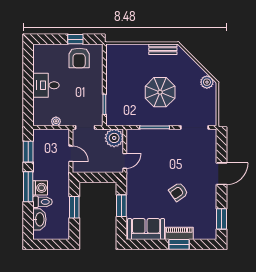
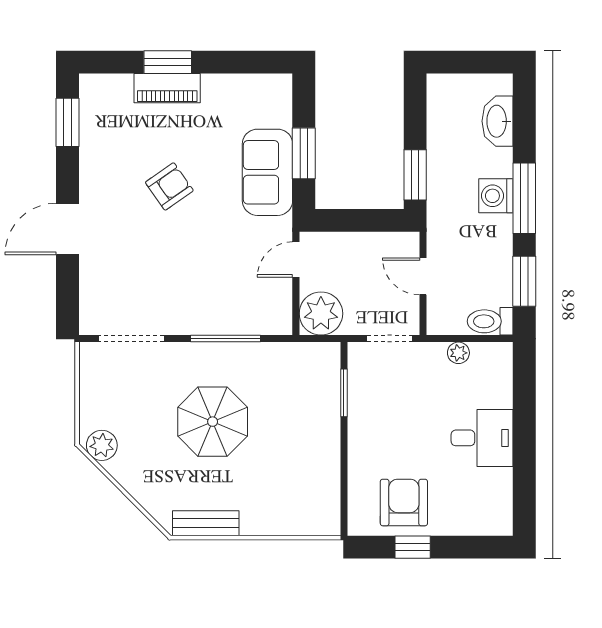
toilet: (43, 202) -> (490, 321), moved
window: (74, 207) -> (415, 175), moved
sofa: (146, 229) -> (267, 172), moved, turned 90

